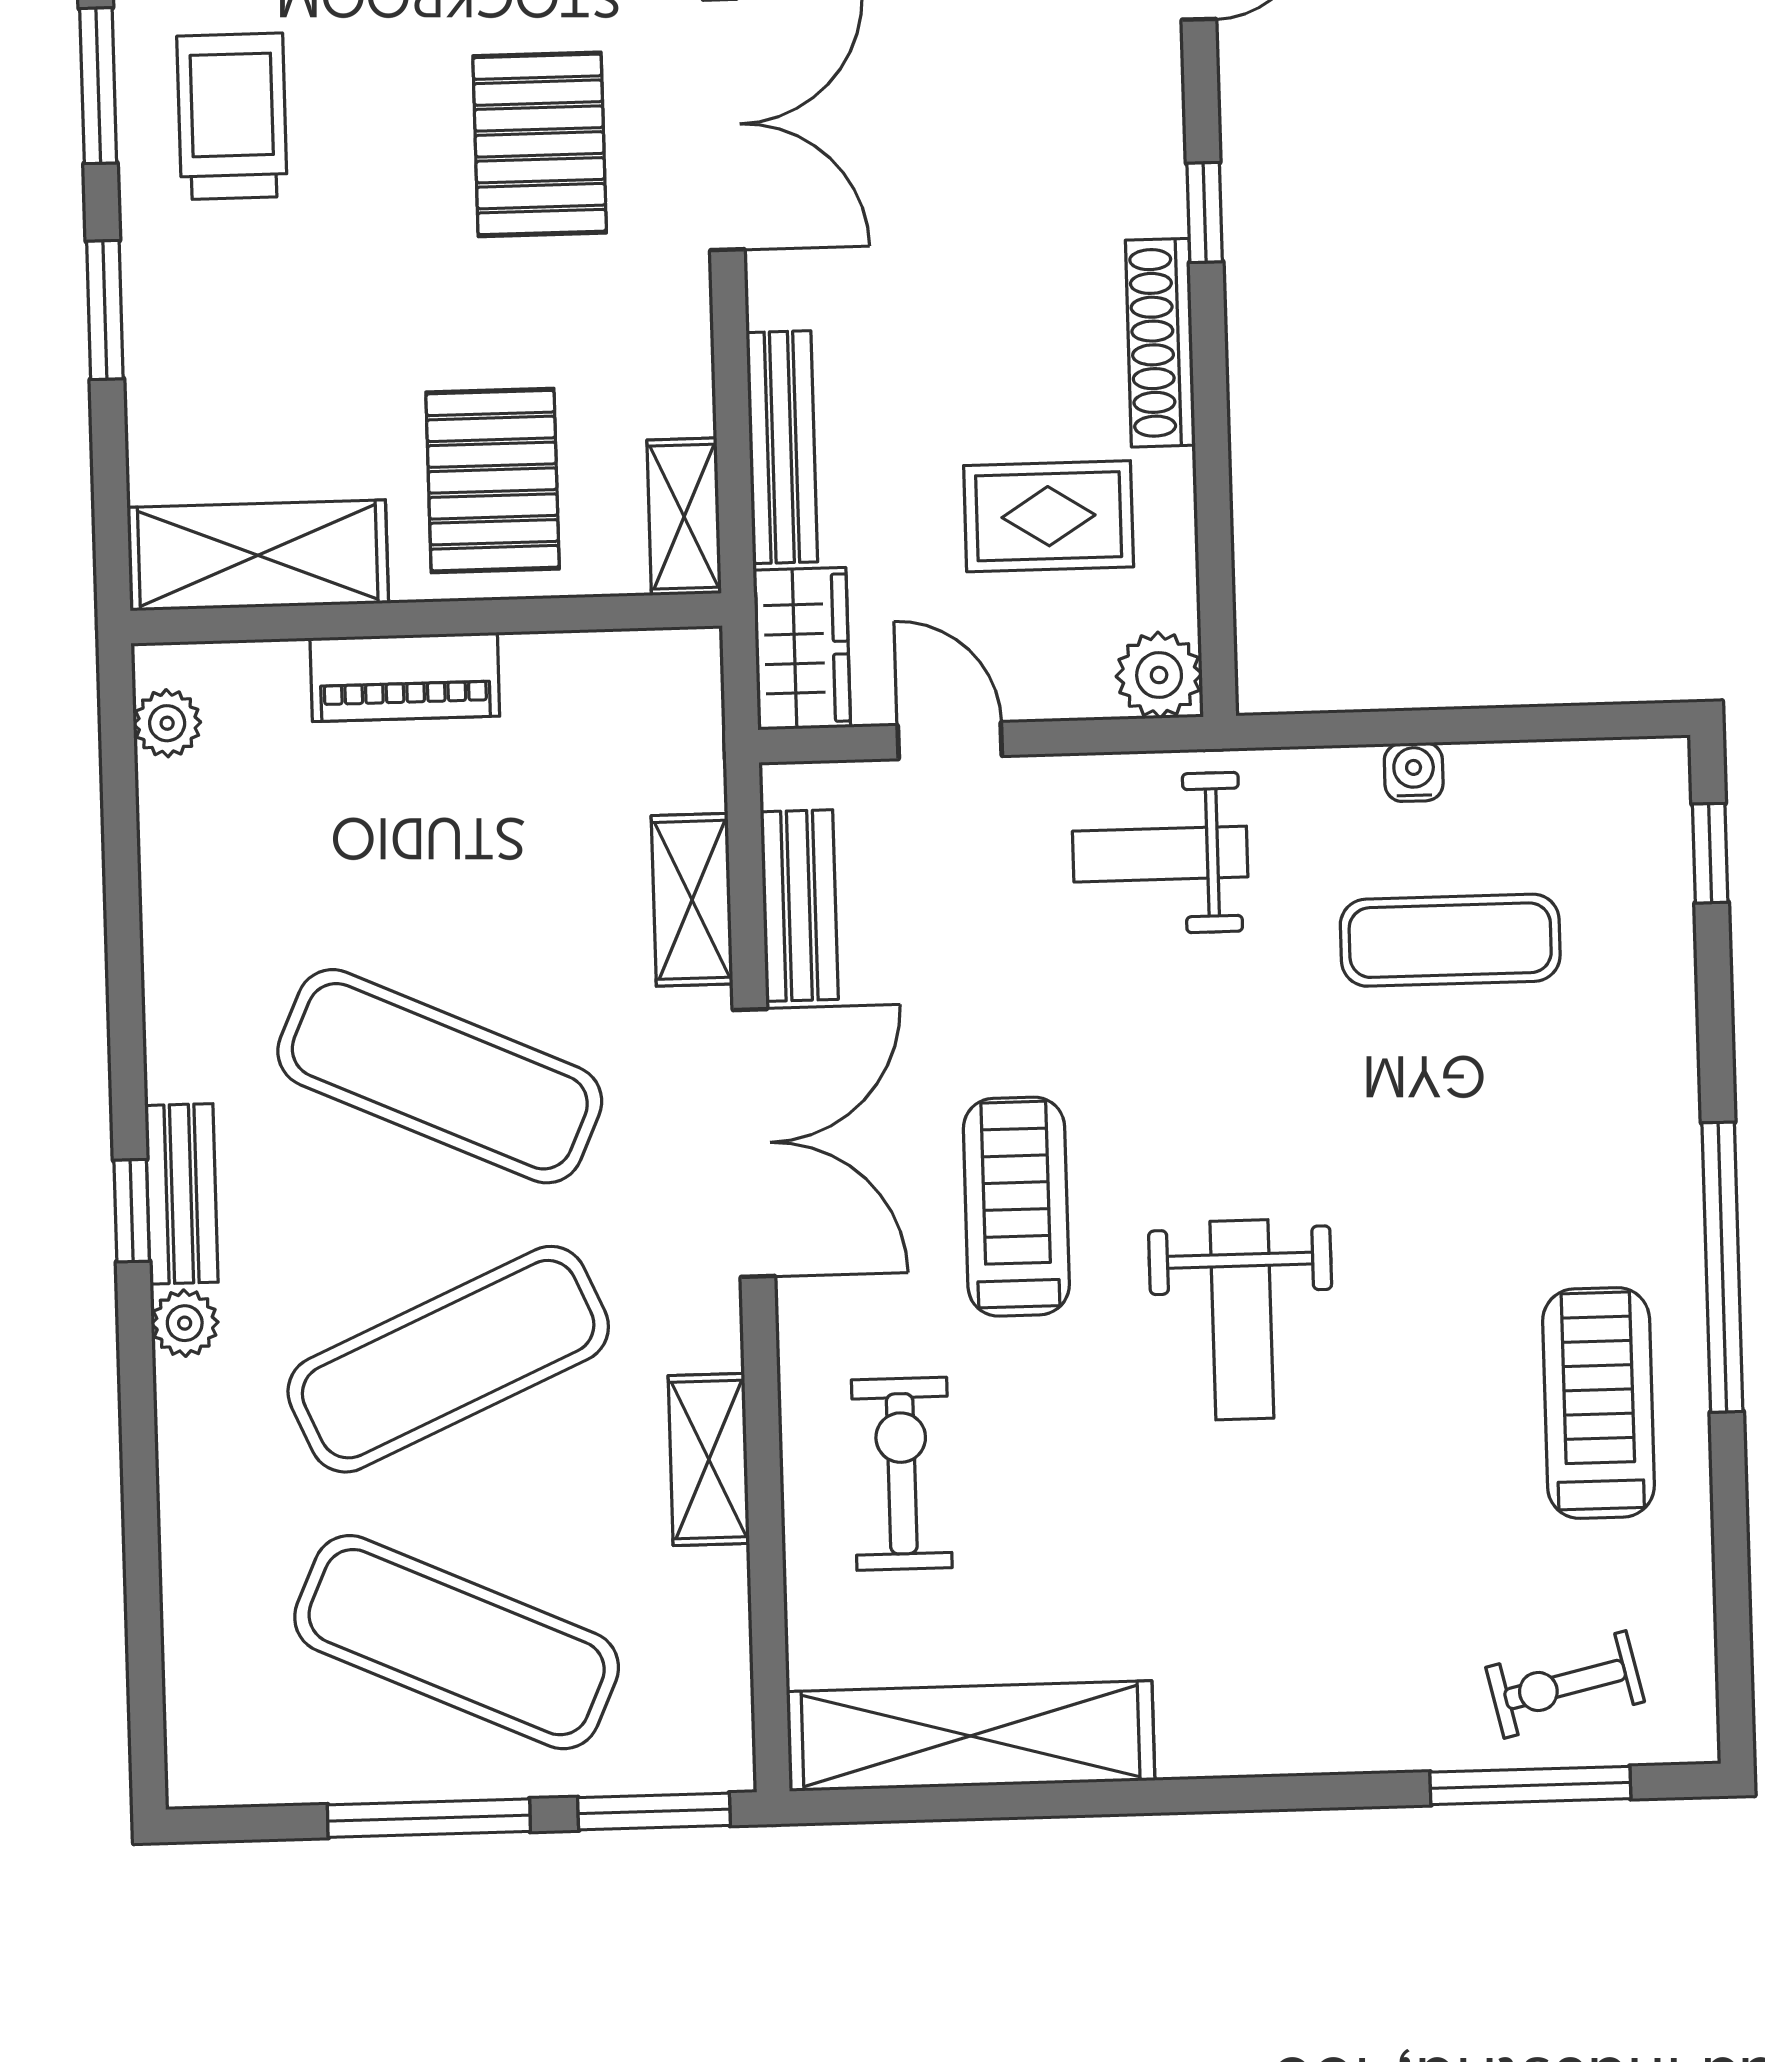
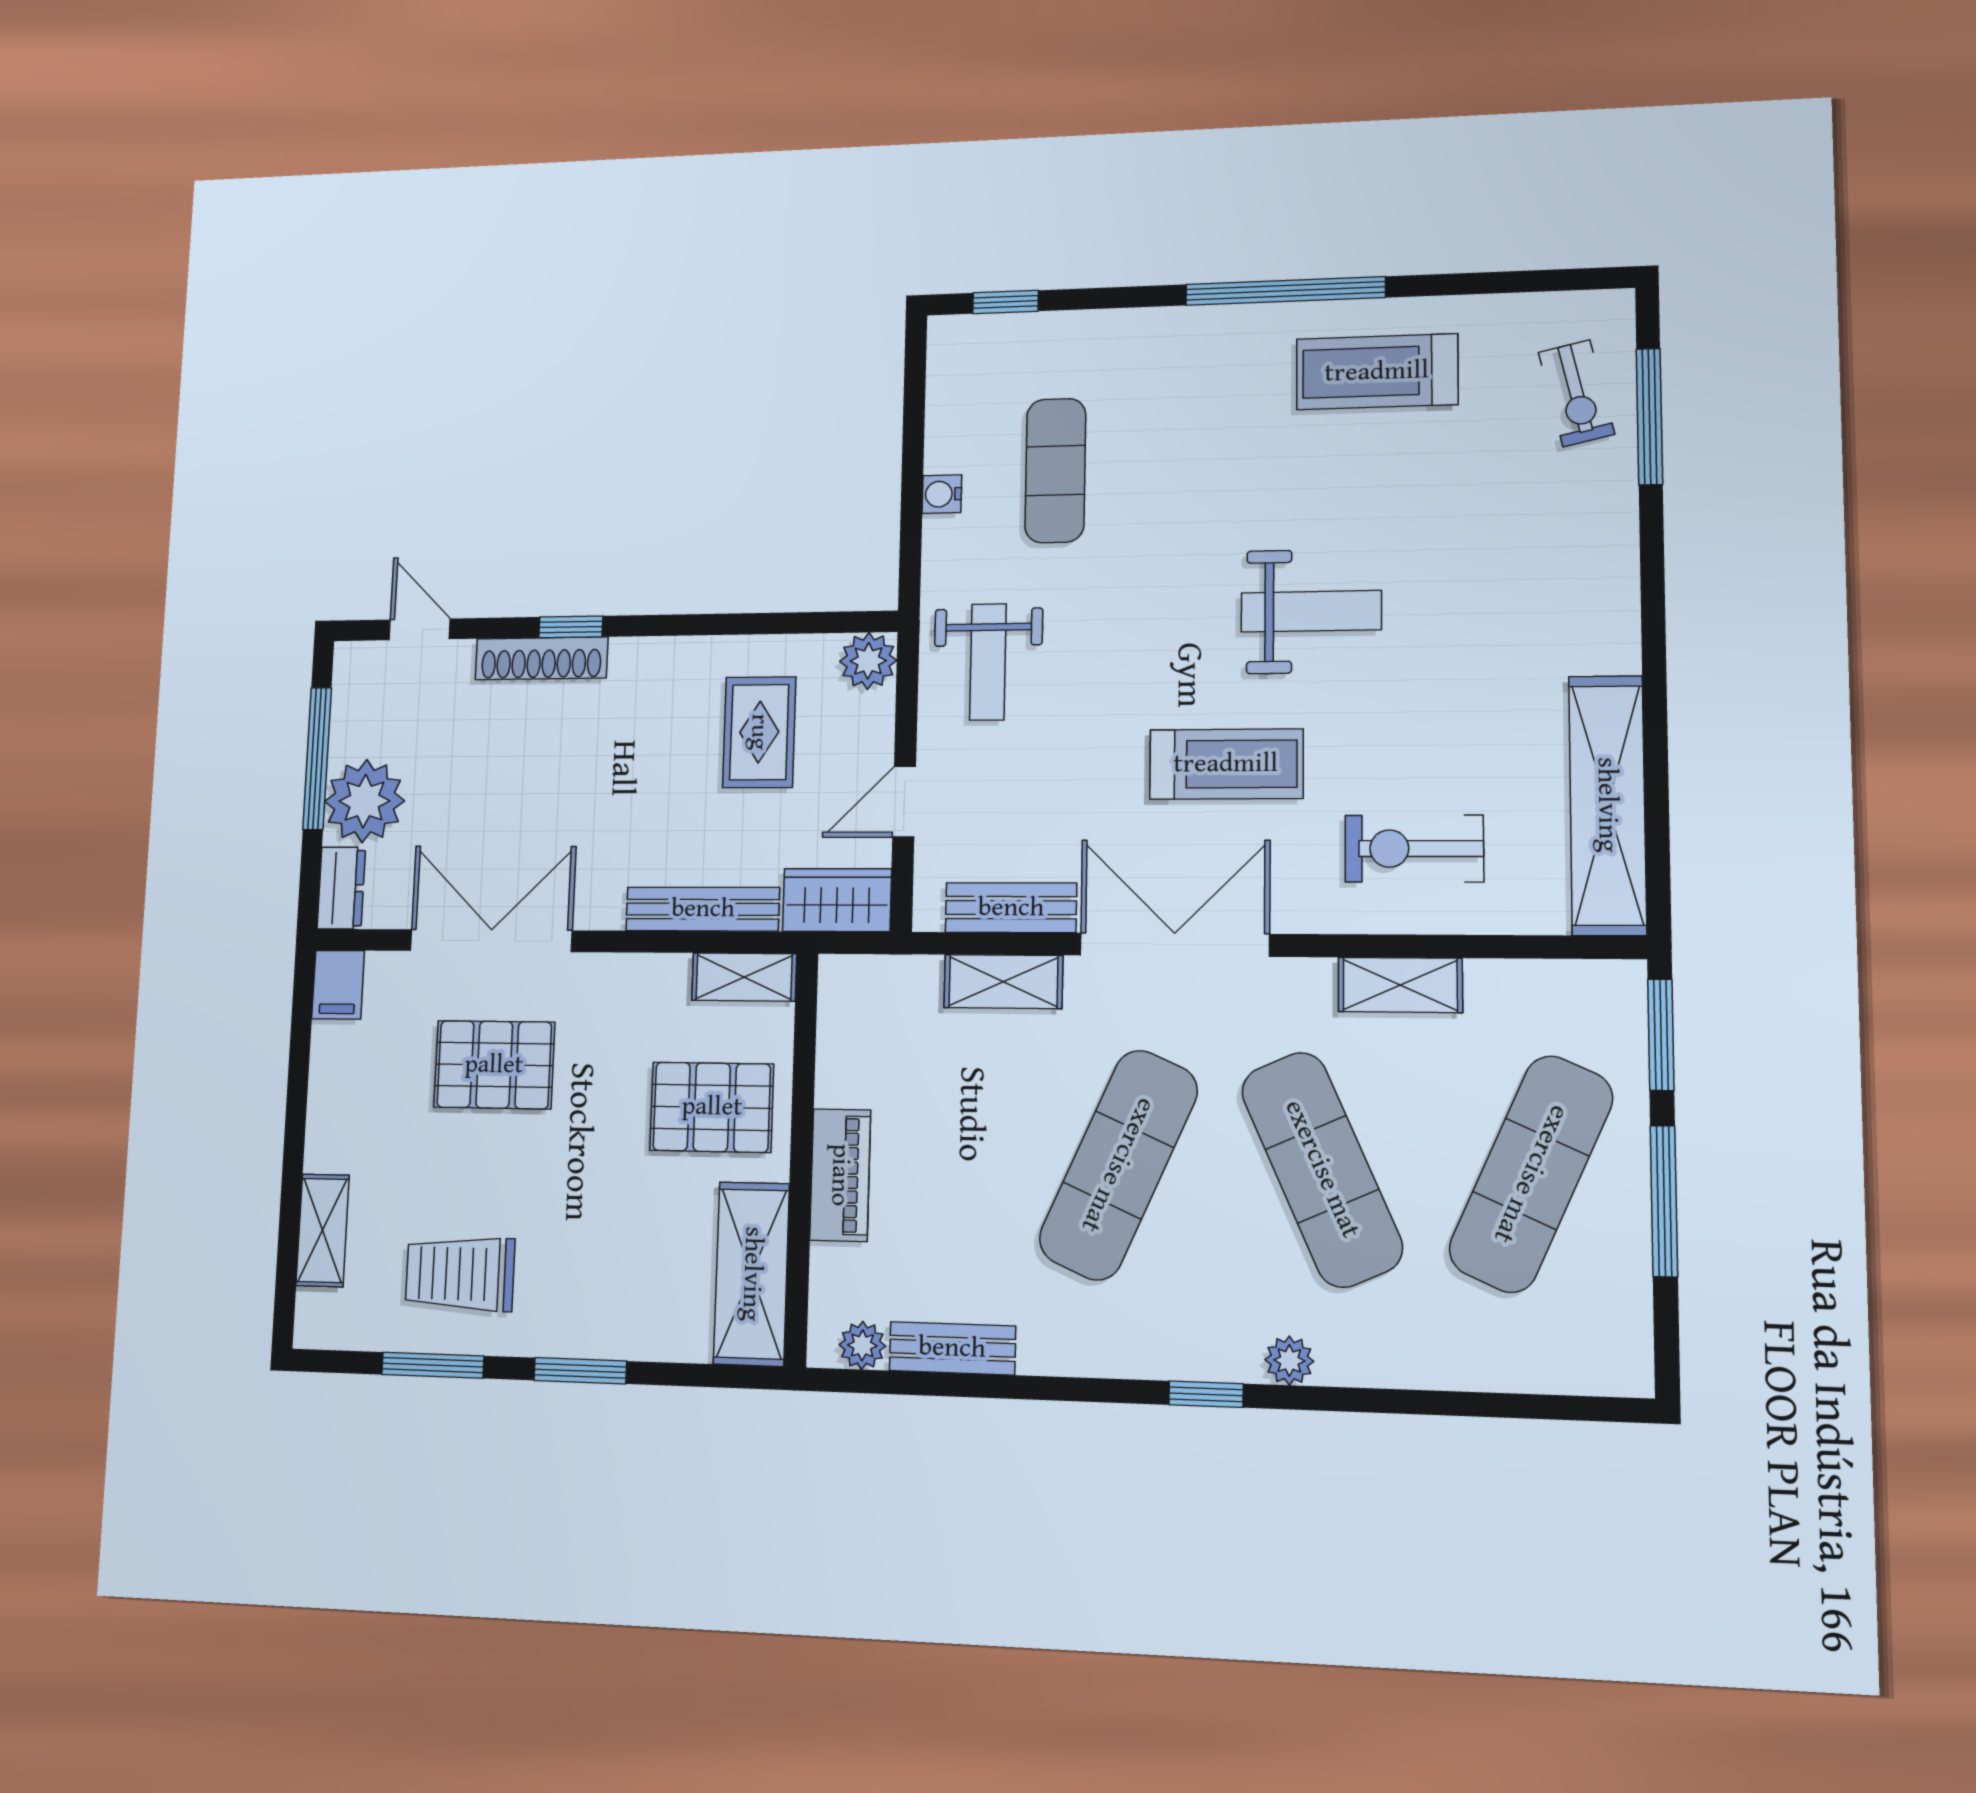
shoe rack: (1160, 343) -> (541, 658), moved
bench: (181, 1194) -> (952, 1348), moved
treadmill: (1016, 1207) -> (1226, 764), turned 180

